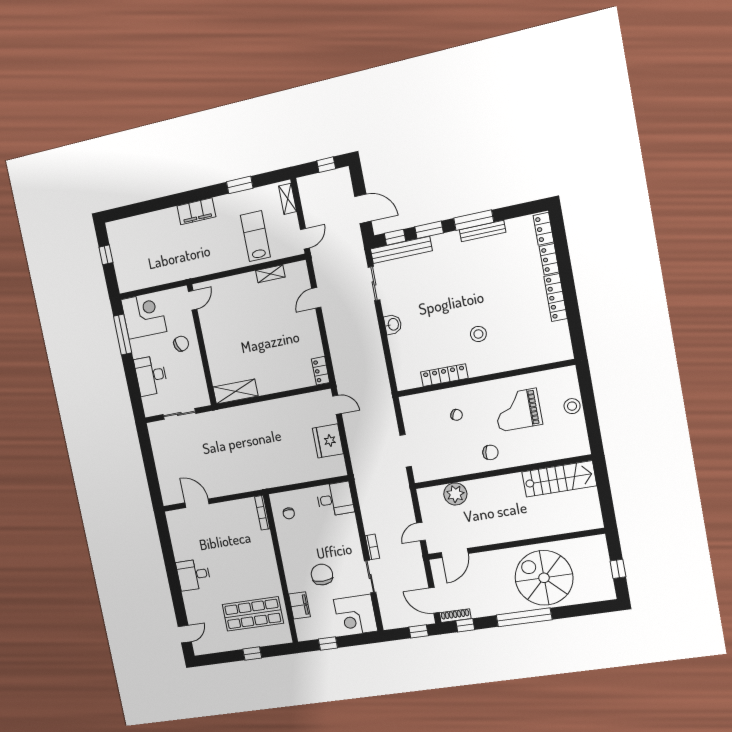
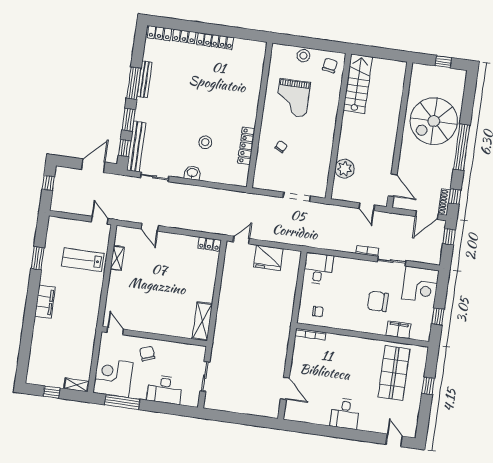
shelving: (288, 199) -> (76, 385), moved
stool: (478, 334) -> (205, 142), moved
chair: (490, 452) -> (330, 65), moved
door: (197, 503) -> (285, 388), swing flipped

